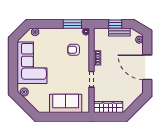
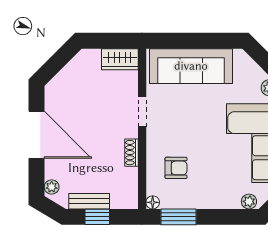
sofa: (66, 103) -> (191, 66), width x1.36
wardrobe: (108, 107) -> (120, 59), width x0.67

